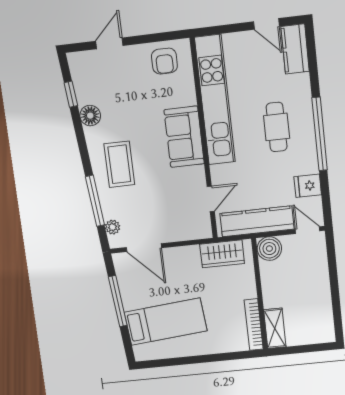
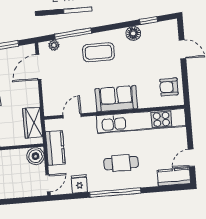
door: (211, 199) -> (72, 116), swing flipped
kitchen counter: (257, 221) -> (55, 148), width x0.67

